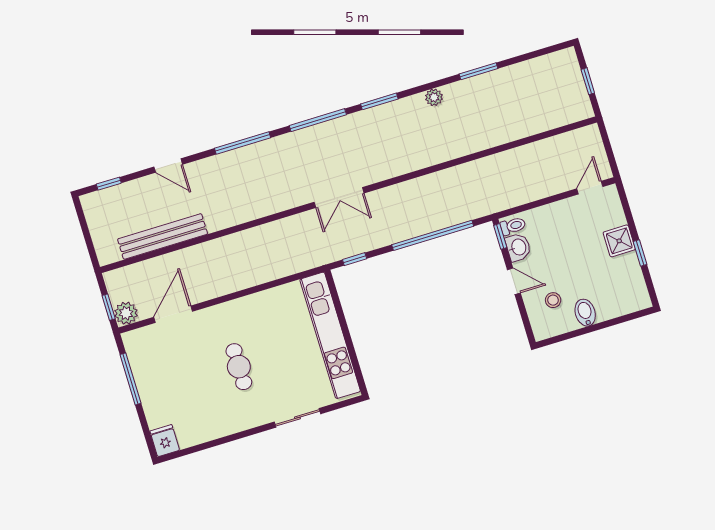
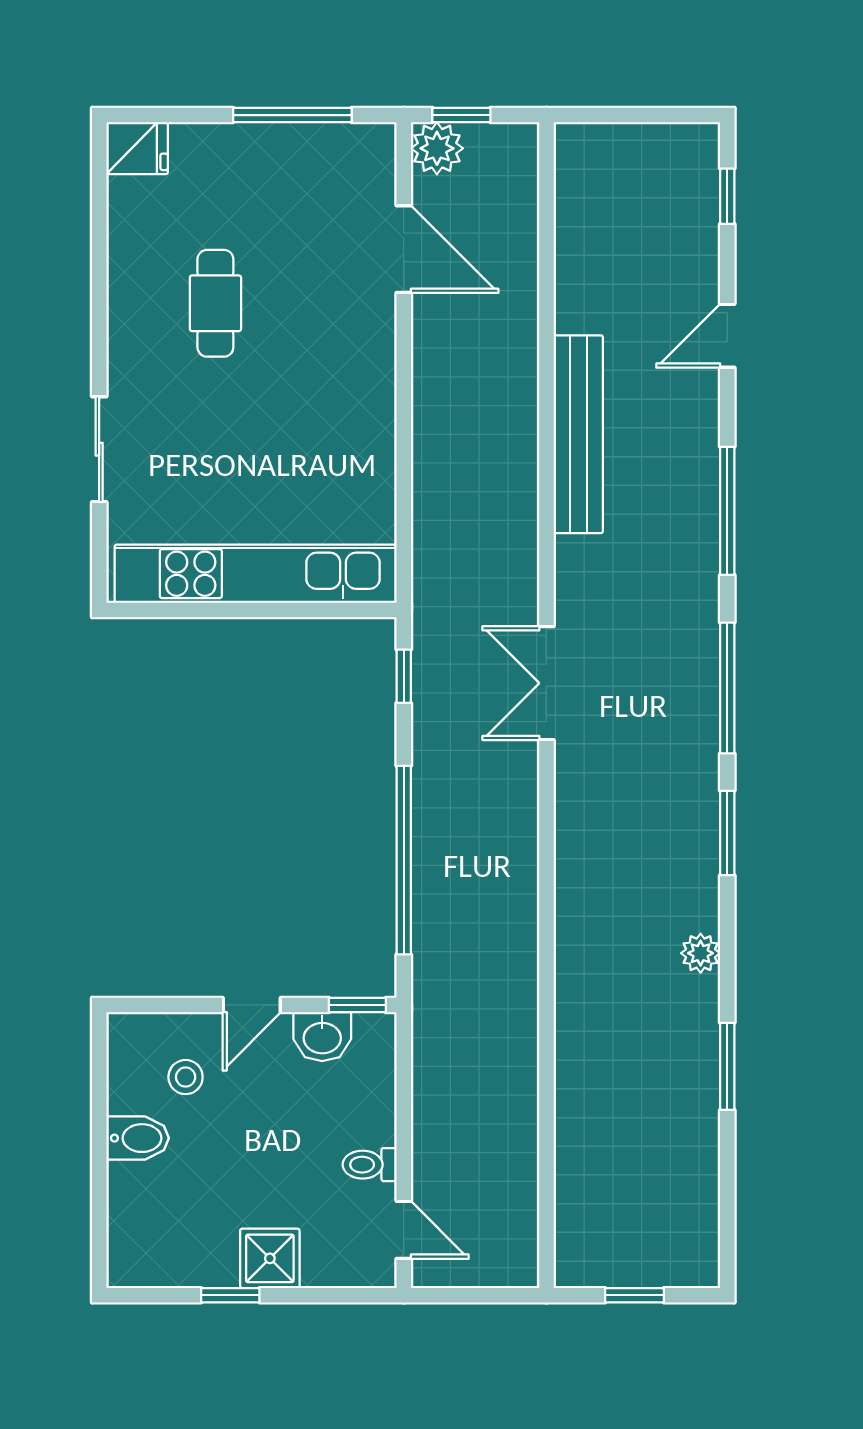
toilet: (513, 226) -> (370, 1165), moved, turned 90
bench: (163, 236) -> (578, 434), moved
cafe table: (239, 367) -> (215, 303), moved, turned 90

